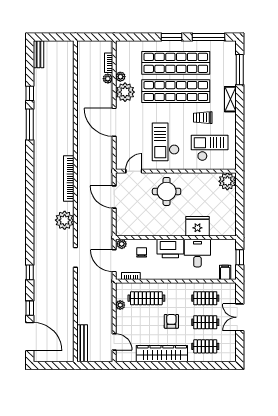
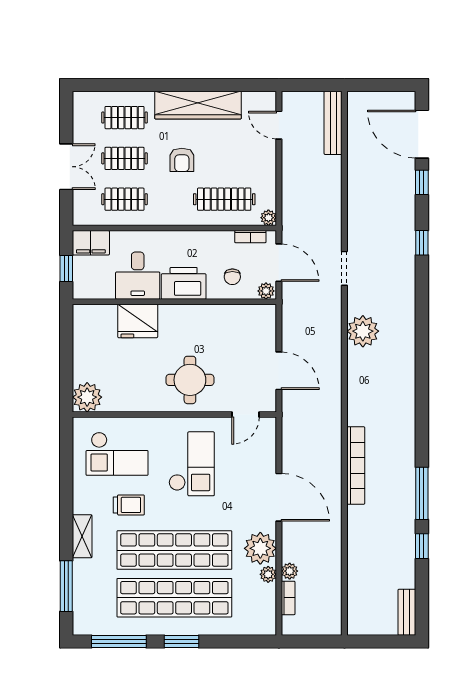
bookcase: (69, 179) -> (356, 465), moved
filing cabinet: (225, 272) -> (91, 243), width x2.00
plant: (120, 305) -> (268, 218), moved

